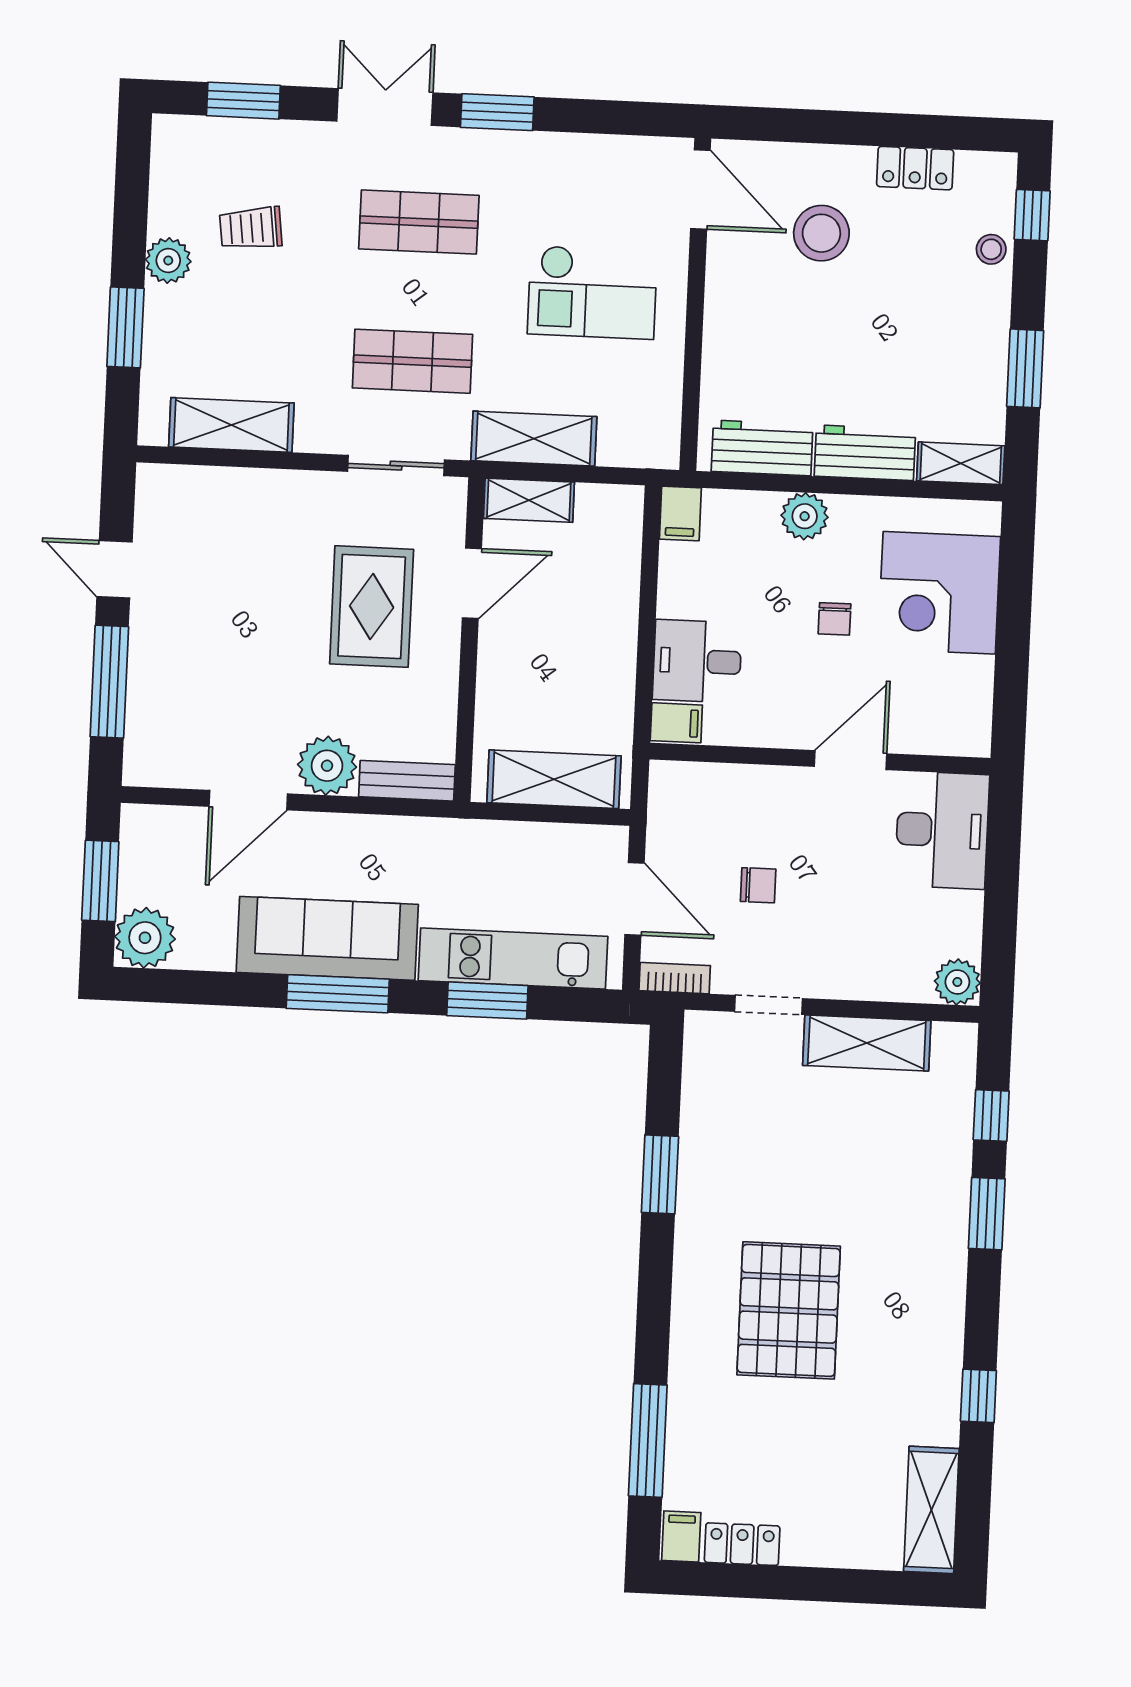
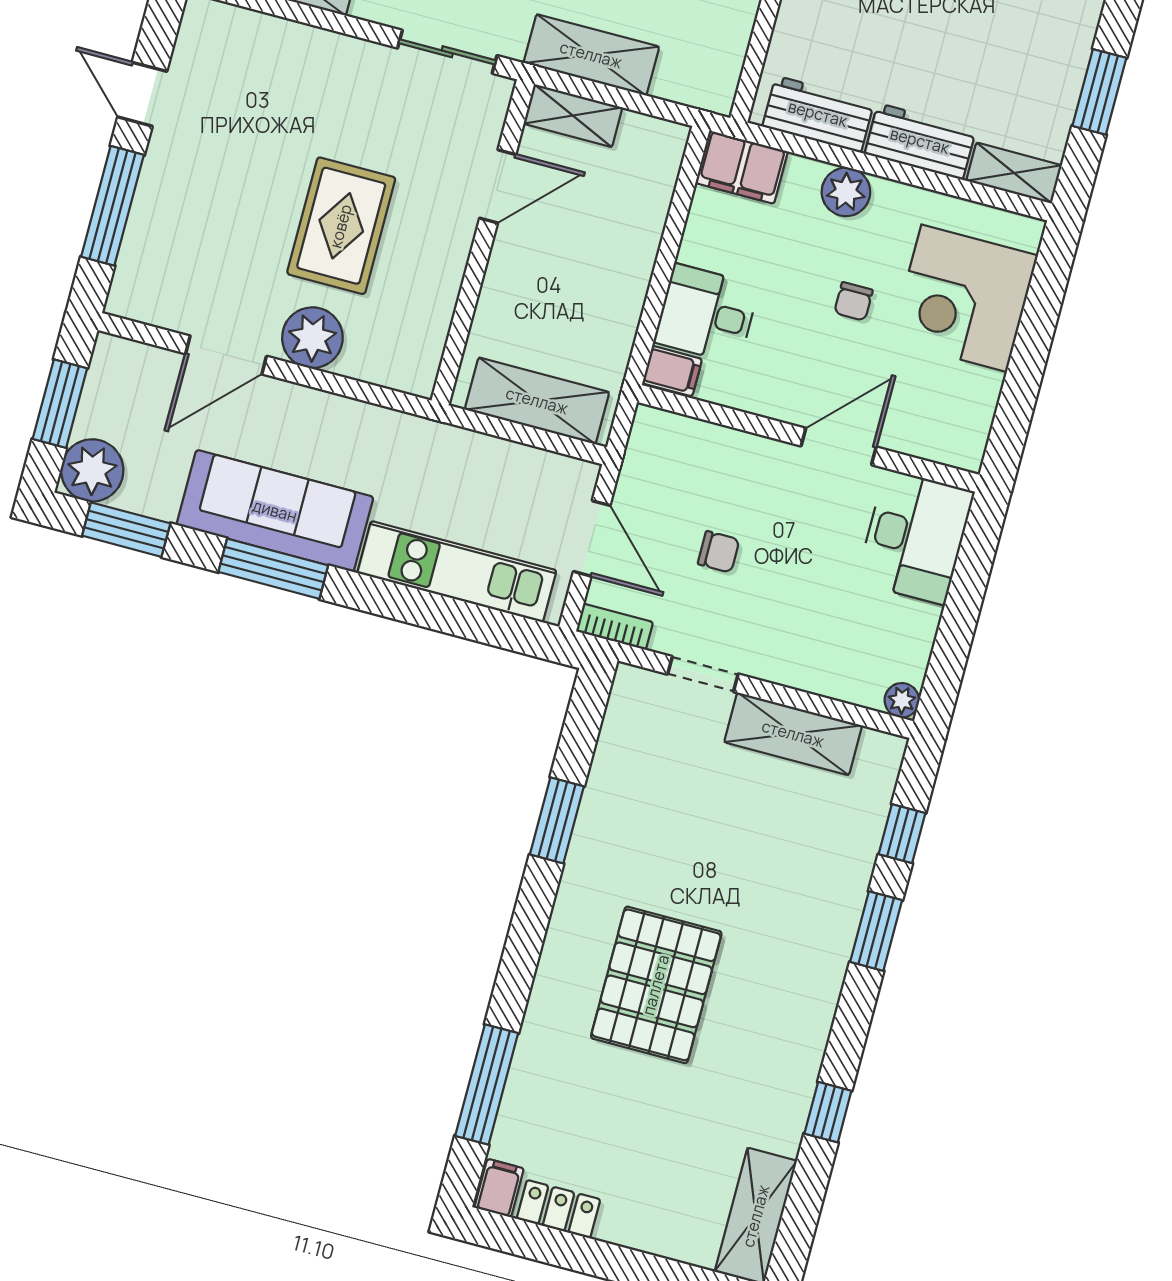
filing cabinet: (680, 513) -> (742, 167), width x2.00
rug: (372, 607) -> (341, 226), moved
bench: (407, 781) -> (389, 370), removed
plant: (957, 982) -> (902, 700), width x0.73, depth x0.73
window: (487, 1001) -> (126, 530), moved

